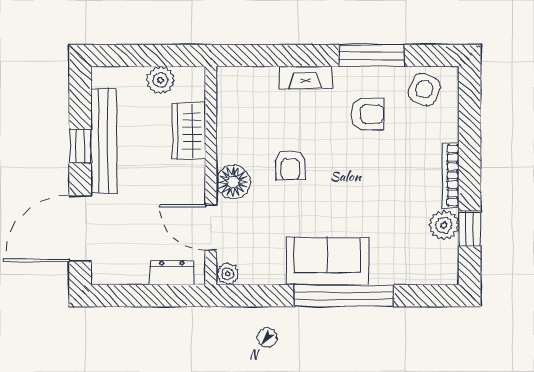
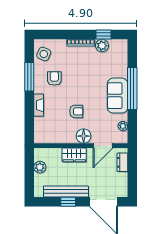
wardrobe: (189, 131) -> (74, 155), moved
plant: (228, 274) -> (123, 126), moved

